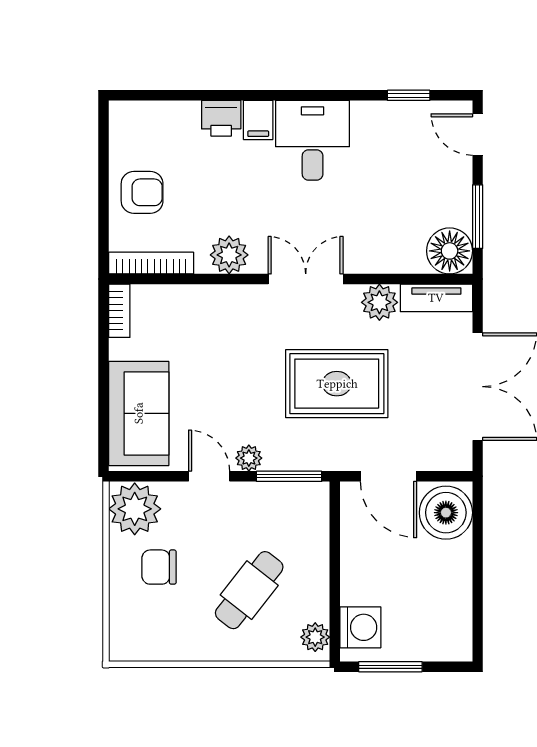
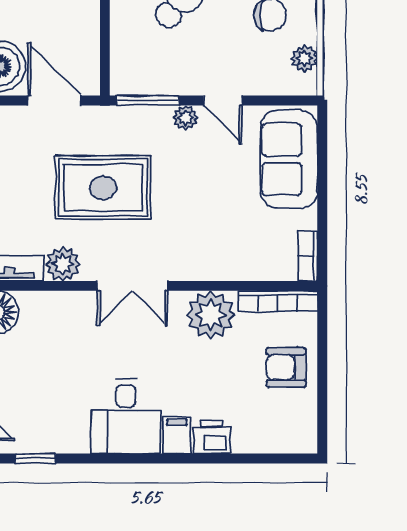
plant: (229, 255) -> (211, 315), width x1.36, depth x1.36
plant: (135, 509) -> (304, 58), width x0.53, depth x0.53

